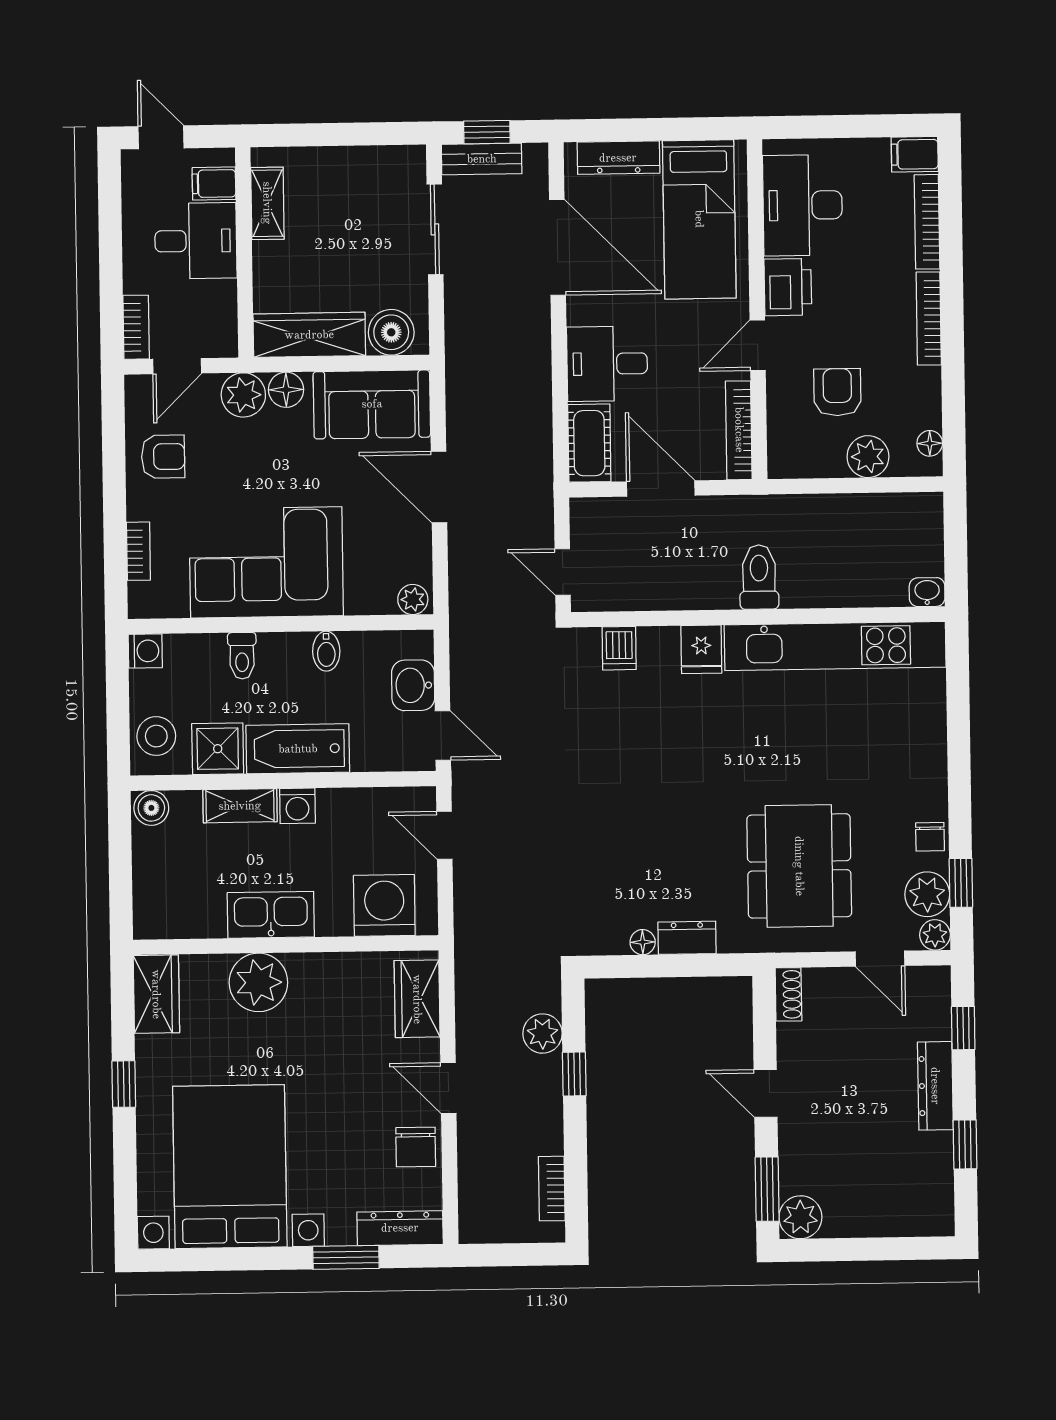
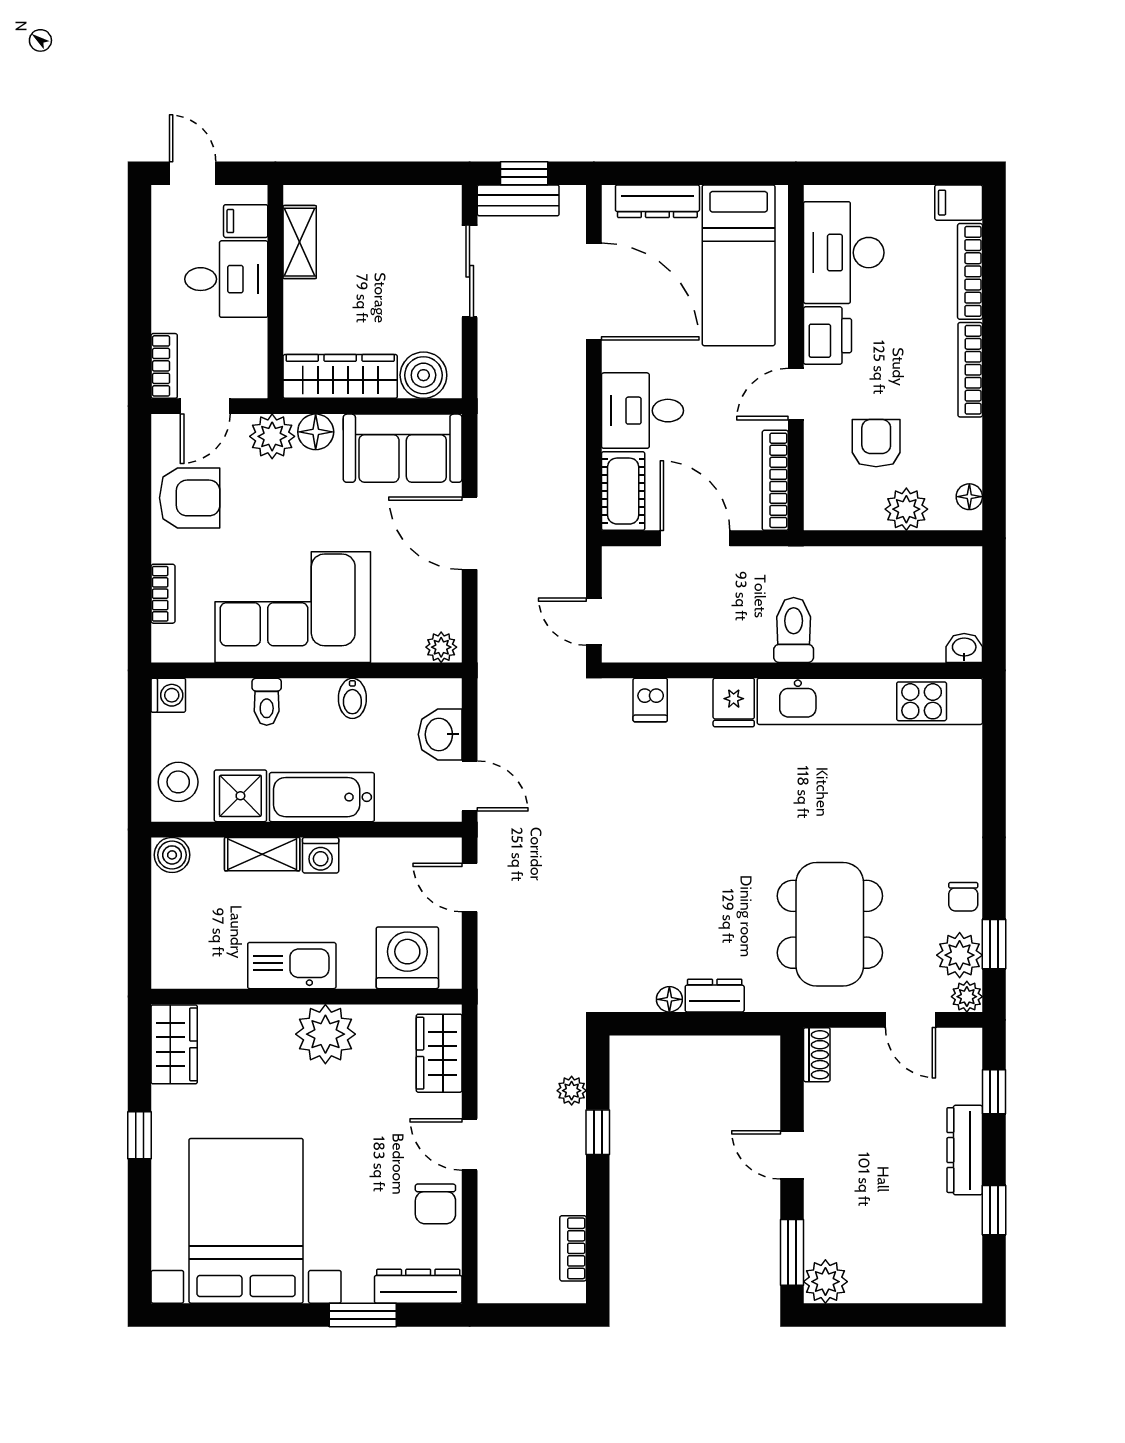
armchair: (163, 457) -> (190, 498), width x1.38, depth x1.38
plant: (258, 982) -> (325, 1034), moved
plant: (543, 1034) -> (572, 1091), width x0.73, depth x0.73

